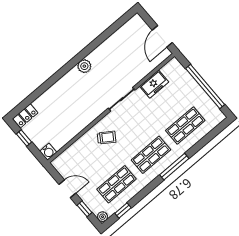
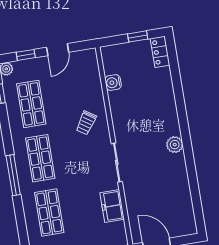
water cooler: (48, 152) -> (113, 83), moved

